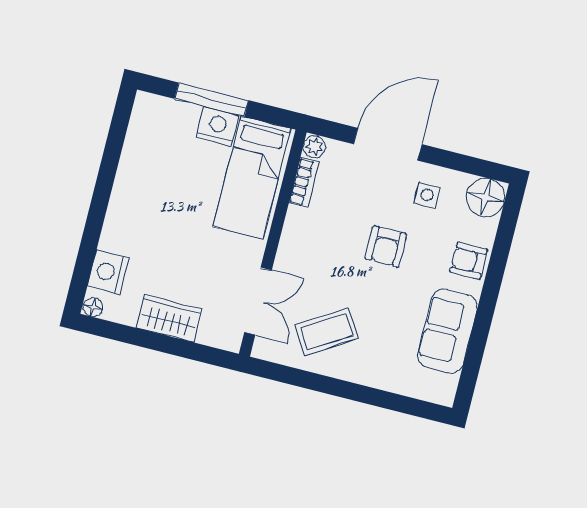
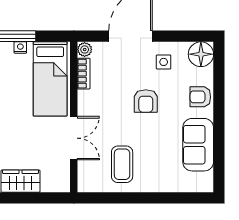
nightstand: (218, 126) -> (20, 48), width x0.53, depth x0.56
double door: (258, 301) -> (74, 138), moved
coffee table: (327, 332) -> (122, 164), turned -58

